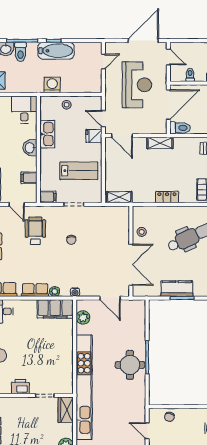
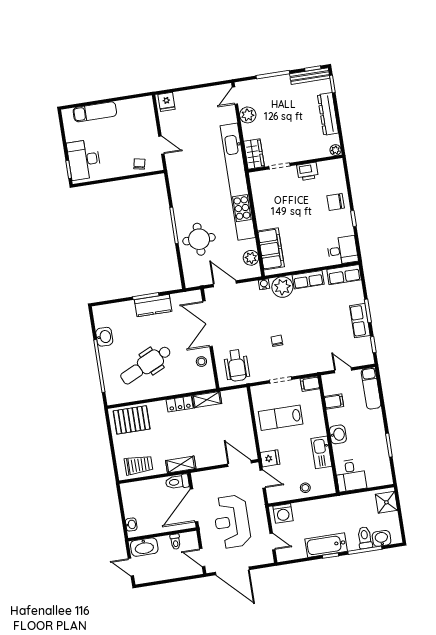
door: (143, 41) -> (232, 571), hinge flipped
door: (103, 61) -> (272, 541), swing flipped
washing machine: (52, 85) -> (283, 513), moved
shelving: (160, 143) -> (181, 464), moved
shelving: (119, 197) -> (207, 400), moved
wheelchair: (35, 231) -> (237, 365), moved
plant: (55, 291) -> (282, 287), width x1.88, depth x1.88
filing cabinet: (55, 309) -> (271, 249), moved, turned 90
round table: (130, 365) -> (199, 239), moved

